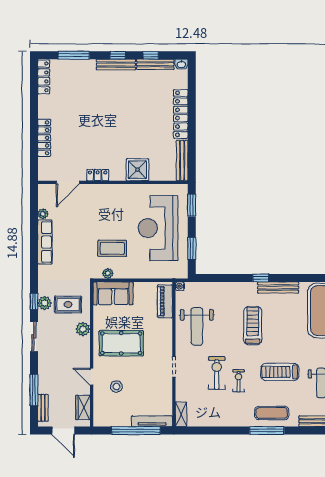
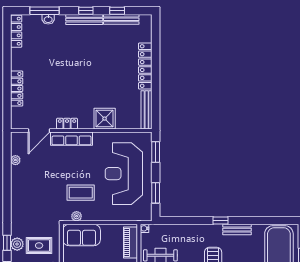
washbasin: (181, 64) -> (48, 19), moved
row of seats: (45, 242) -> (71, 139), moved, turned 90
bench: (278, 288) -> (237, 230), width x0.73

